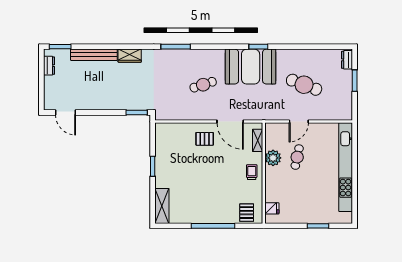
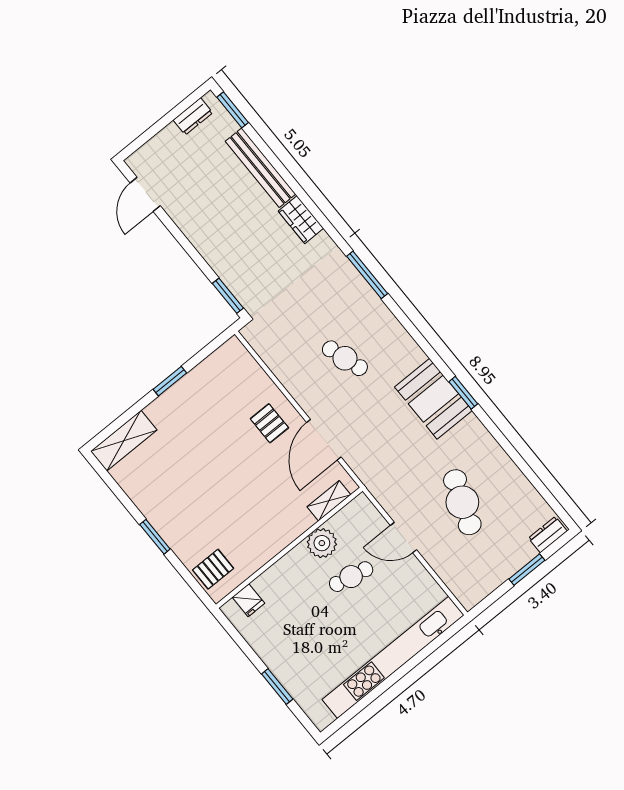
booth: (251, 67) -> (433, 399), width x0.73, depth x0.70
trolley: (252, 172) -> (277, 529), removed
window: (213, 226) -> (155, 537), width x0.47

